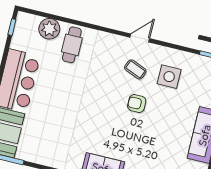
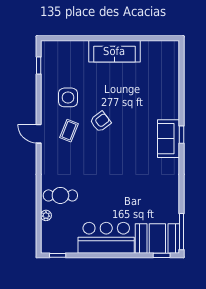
plant: (49, 29) -> (46, 215), width x0.53, depth x0.53
armchair: (137, 103) -> (100, 122), turned -127

